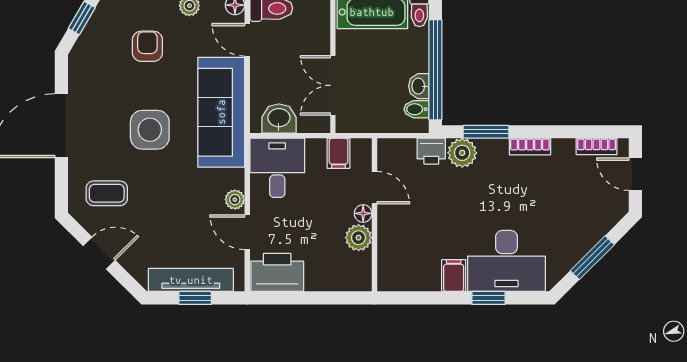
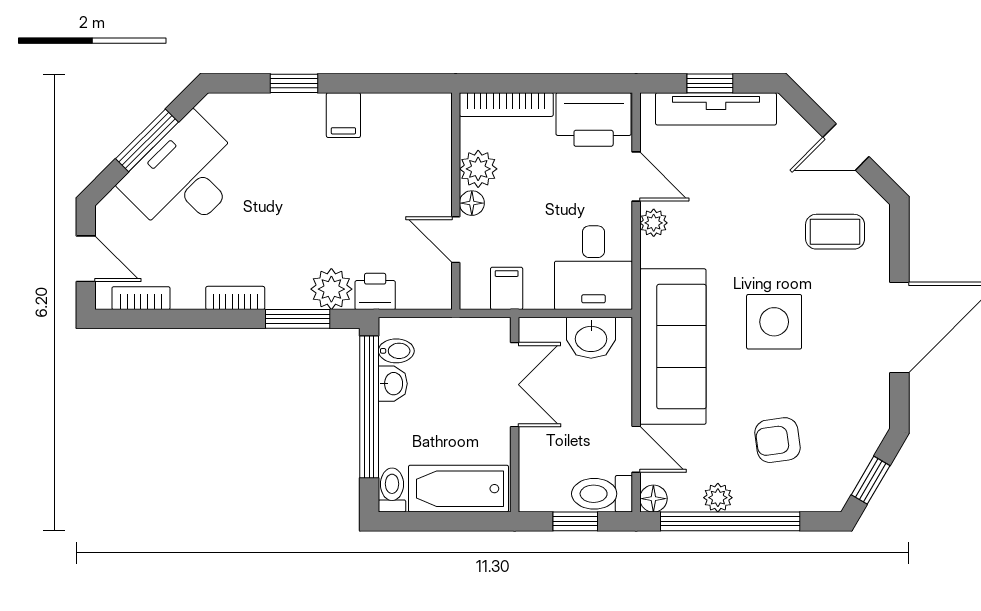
armchair: (147, 46) -> (778, 440), turned 82
desk: (506, 261) -> (184, 177), moved, turned -45
bookcase: (339, 283) -> (506, 105), added

